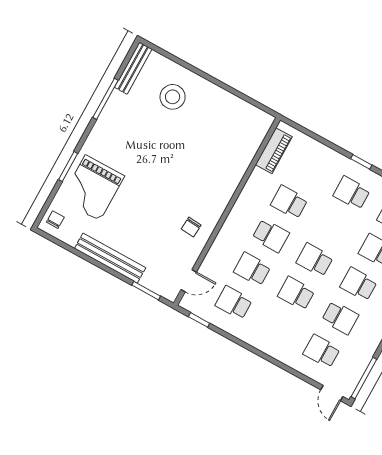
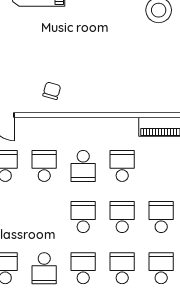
chair: (191, 227) -> (52, 91), turned 102
school desk: (296, 293) -> (122, 217), moved

